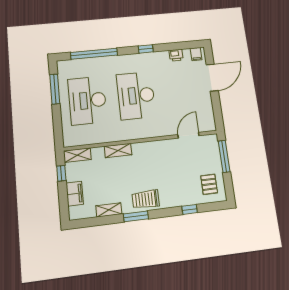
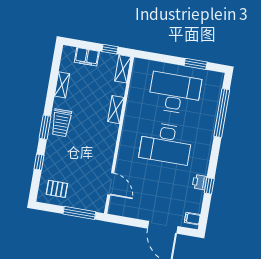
window: (146, 49) -> (209, 186), moved
printer: (176, 55) -> (199, 182), moved
window: (55, 89) -> (196, 64), width x0.69
desk: (136, 96) -> (166, 143), turned 180
trolley: (146, 199) -> (61, 123), turned 180
window: (136, 216) -> (45, 127), moved

